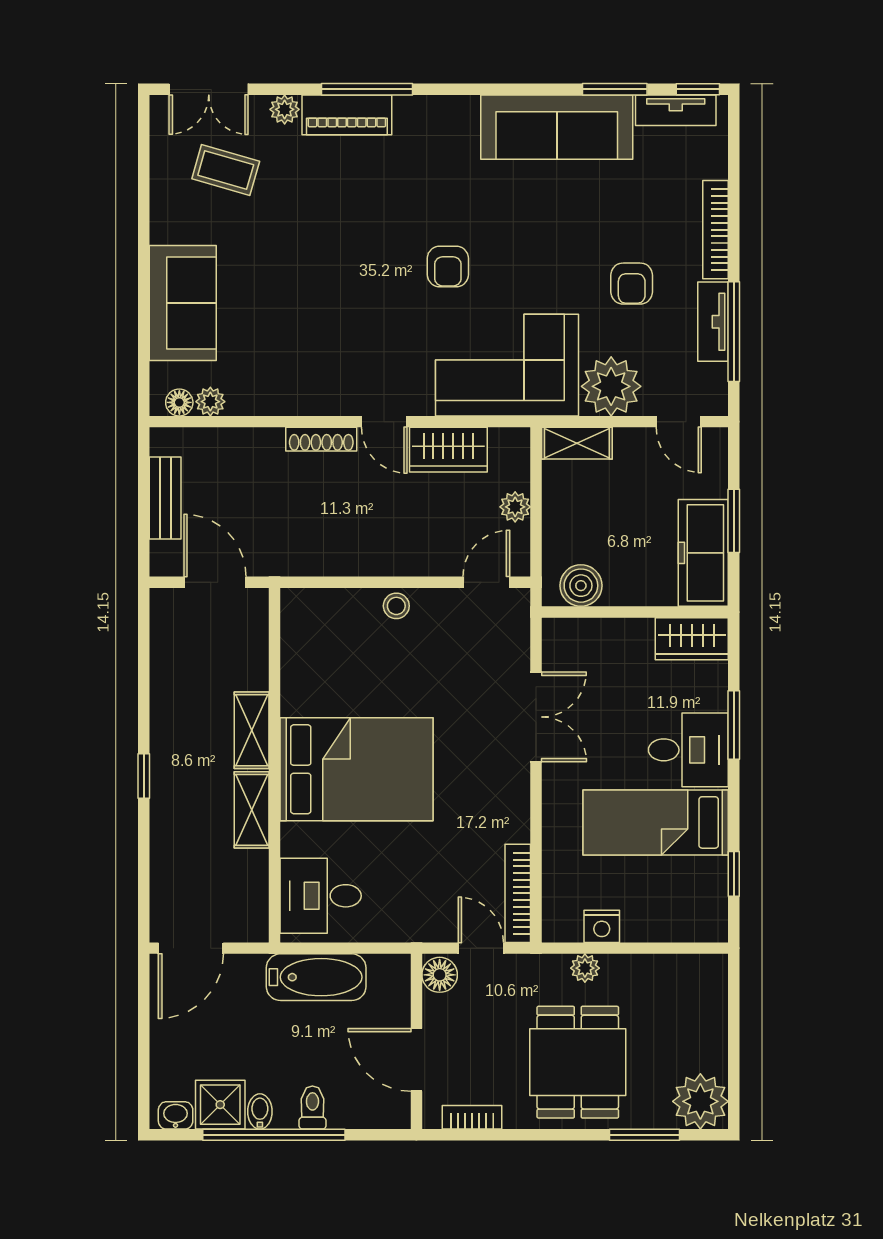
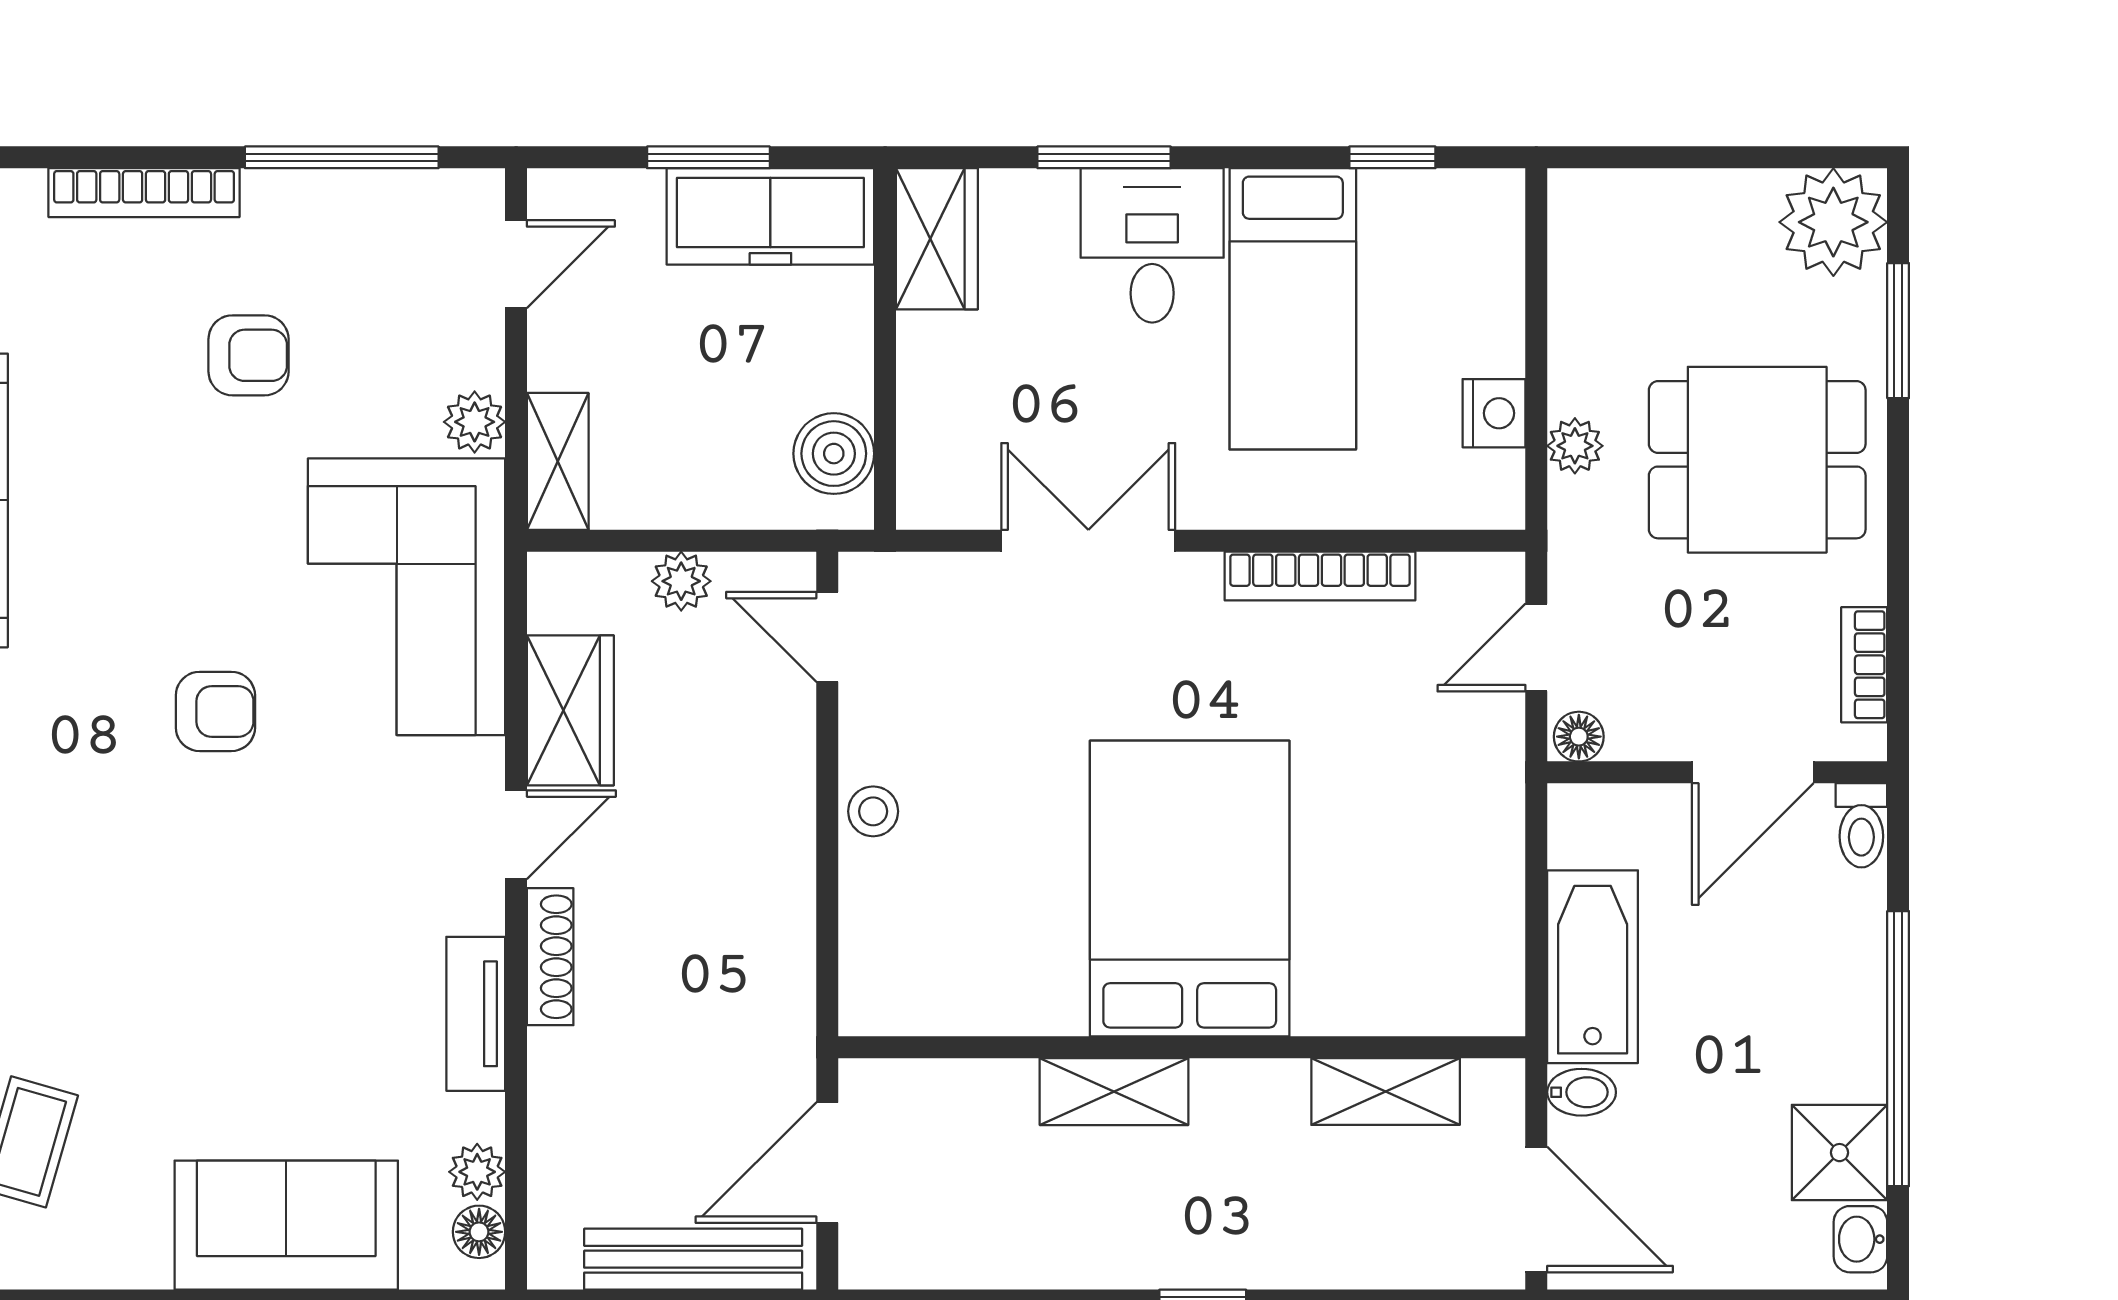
tv unit: (713, 322) -> (476, 1014), moved, turned 90
plant: (611, 386) -> (475, 422), width x0.53, depth x0.53
bench: (165, 498) -> (693, 1259), width x1.36
shelving: (252, 810) -> (1386, 1092), moved
bookcase: (518, 893) -> (1320, 576), moved
desk: (321, 896) -> (1435, 958), removed
floor lamp: (440, 975) -> (1579, 737), width x0.73, depth x0.73
toilet: (312, 1108) -> (1861, 825), moved, turned -90
bidet: (260, 1111) -> (1582, 1092), moved, turned 180

